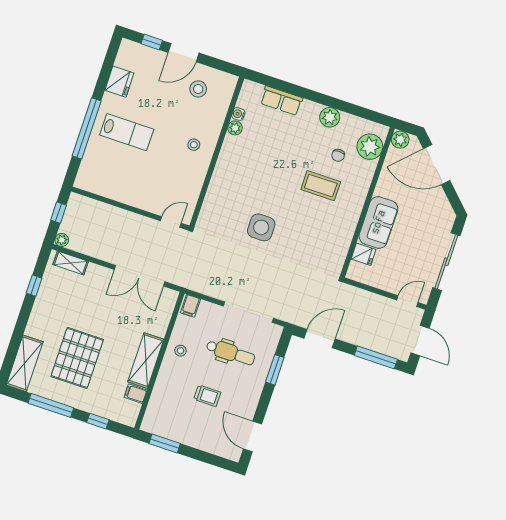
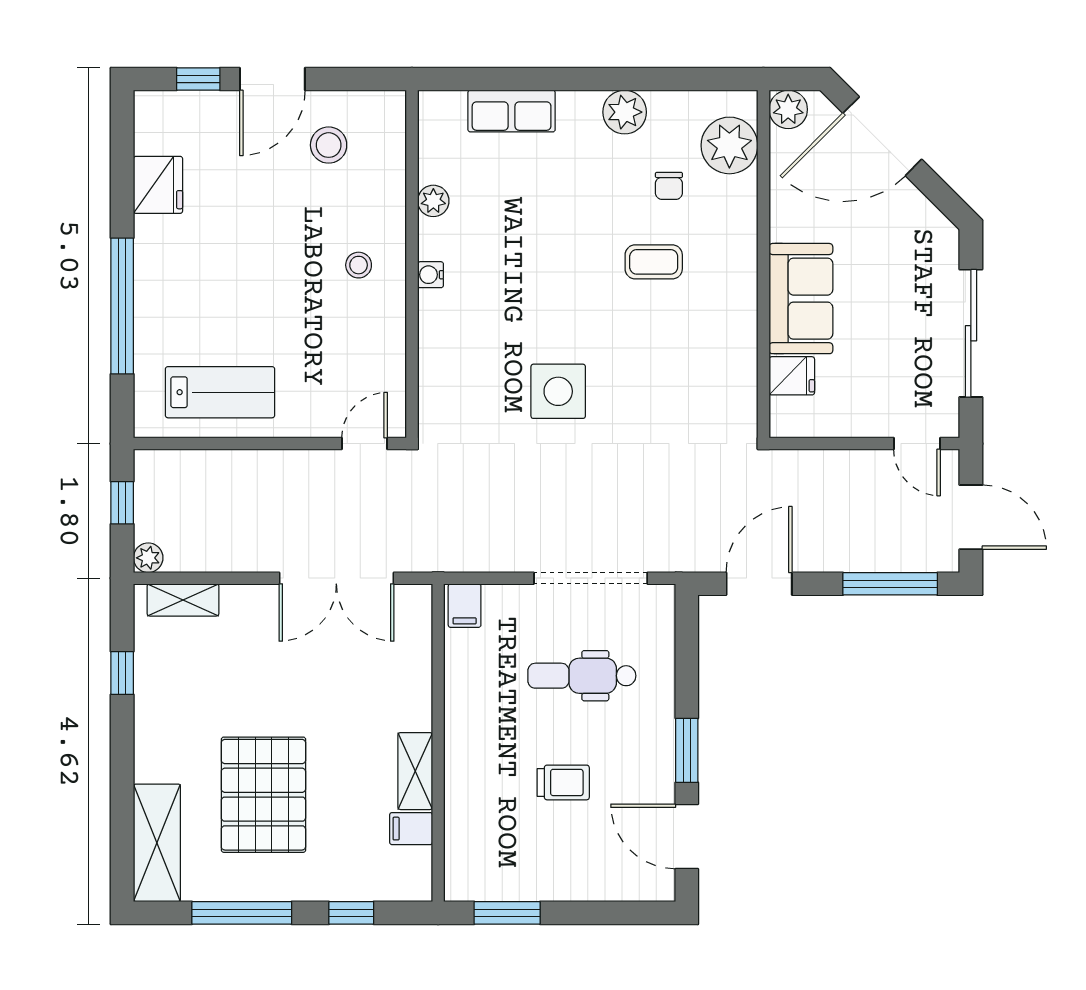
water cooler: (238, 114) -> (431, 275), moved
lab bench: (127, 132) -> (220, 392), moved
coffee table: (321, 186) -> (654, 262), width x0.73, depth x0.77
door: (407, 301) -> (917, 444), swing flipped
stool: (180, 351) -> (475, 707), removed
dental chair: (231, 353) -> (582, 676), turned 180
shelving: (146, 361) -> (415, 771), width x0.67, depth x0.75
window: (275, 370) -> (687, 750), moved

